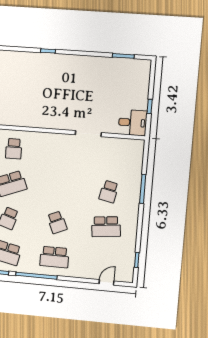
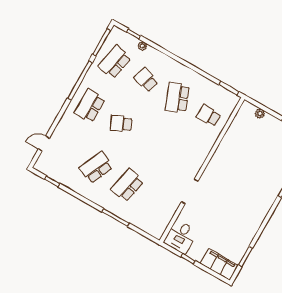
filing cabinet: (141, 76) -> (219, 264), added
school desk: (109, 192) -> (127, 185), width x1.85
school desk: (106, 227) -> (96, 167), turned 30
door: (106, 282) -> (44, 143), swing flipped

